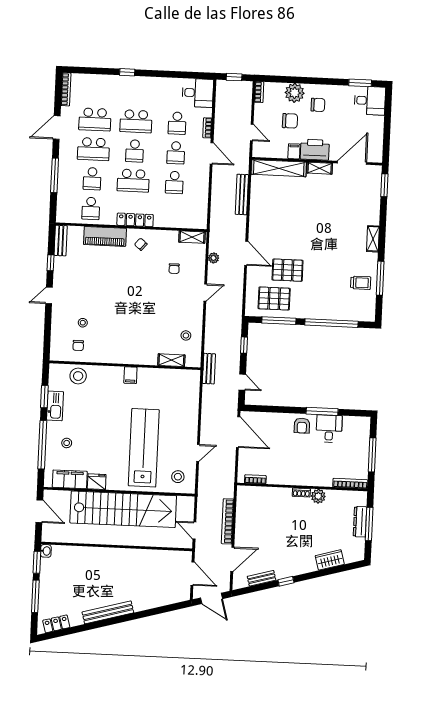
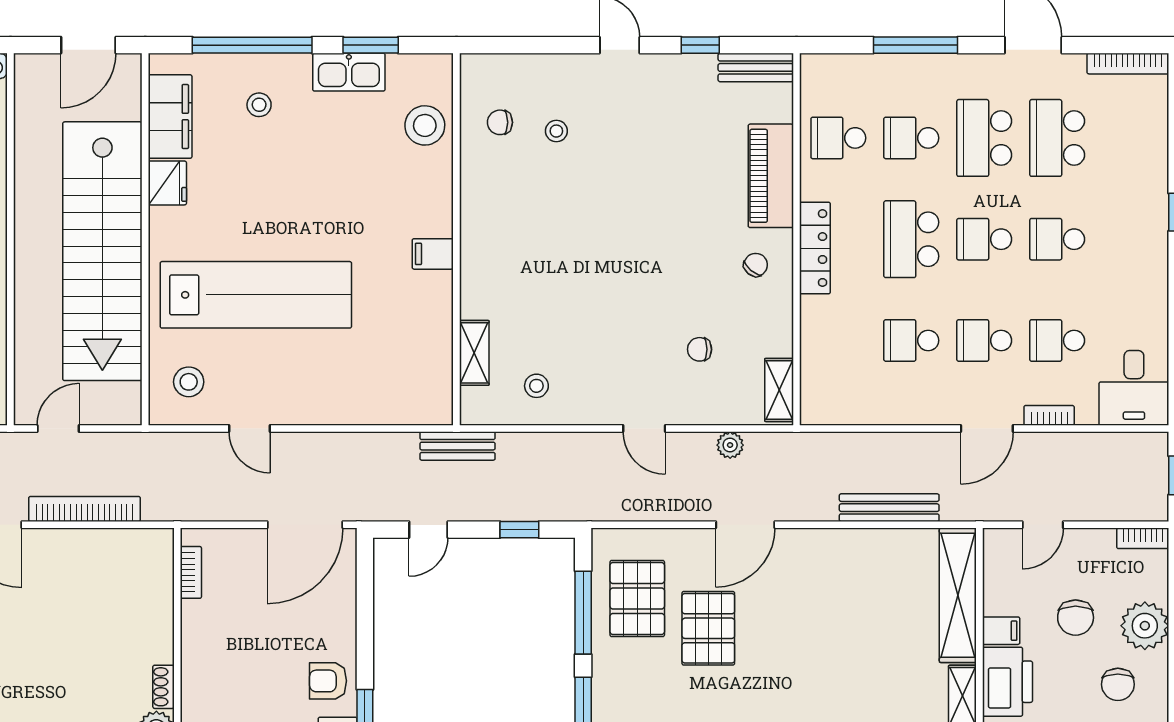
school desk: (136, 121) -> (1057, 239), width x0.54

